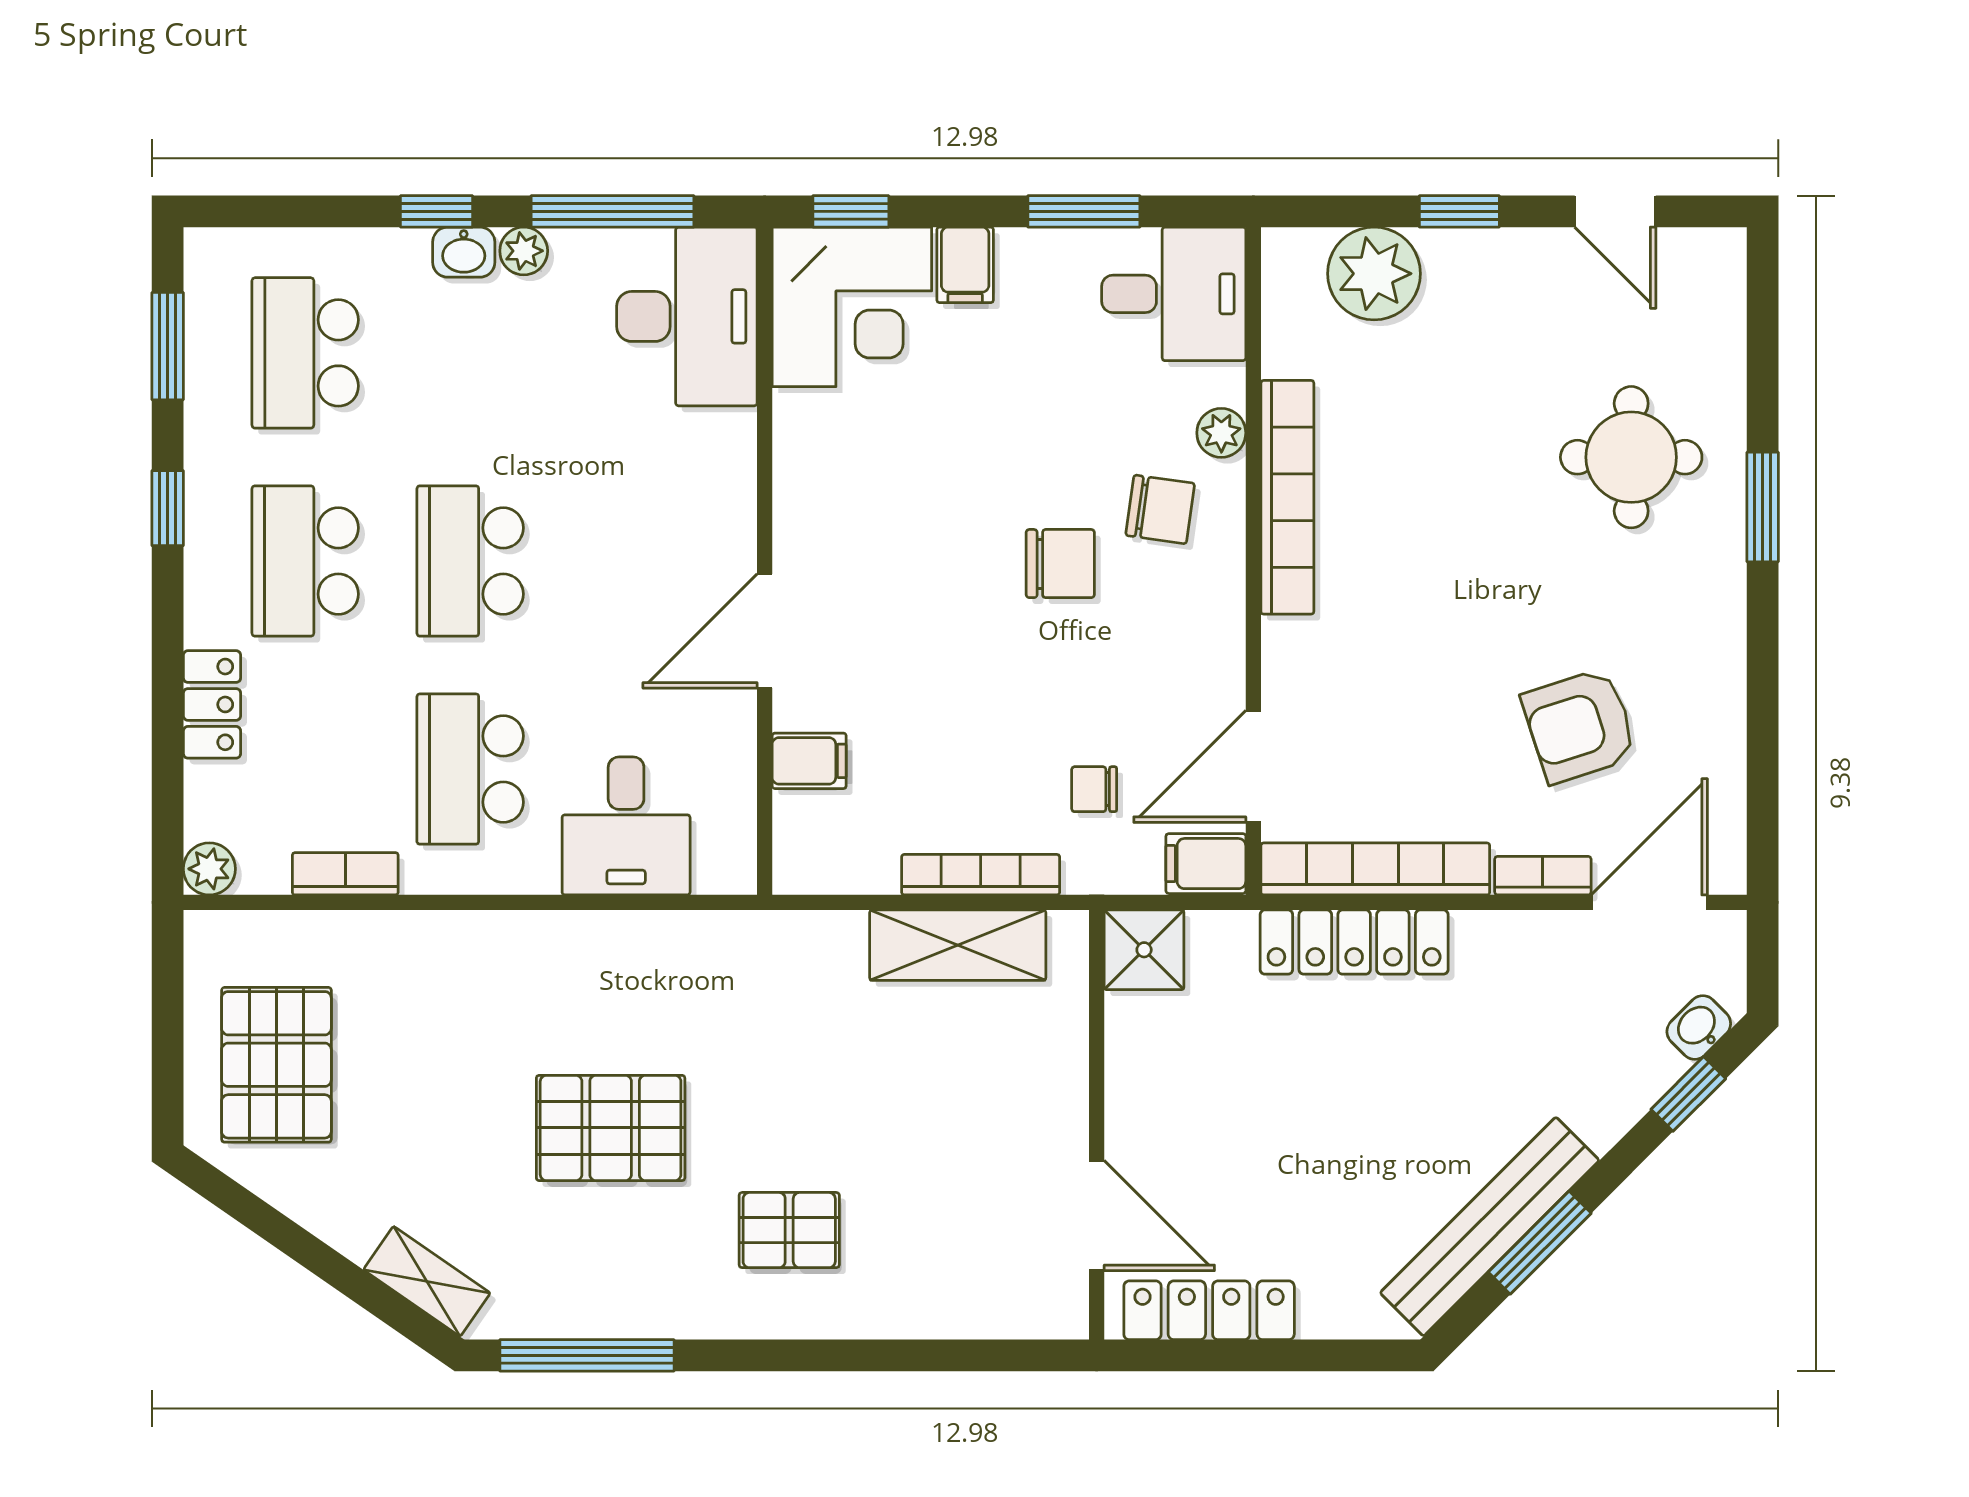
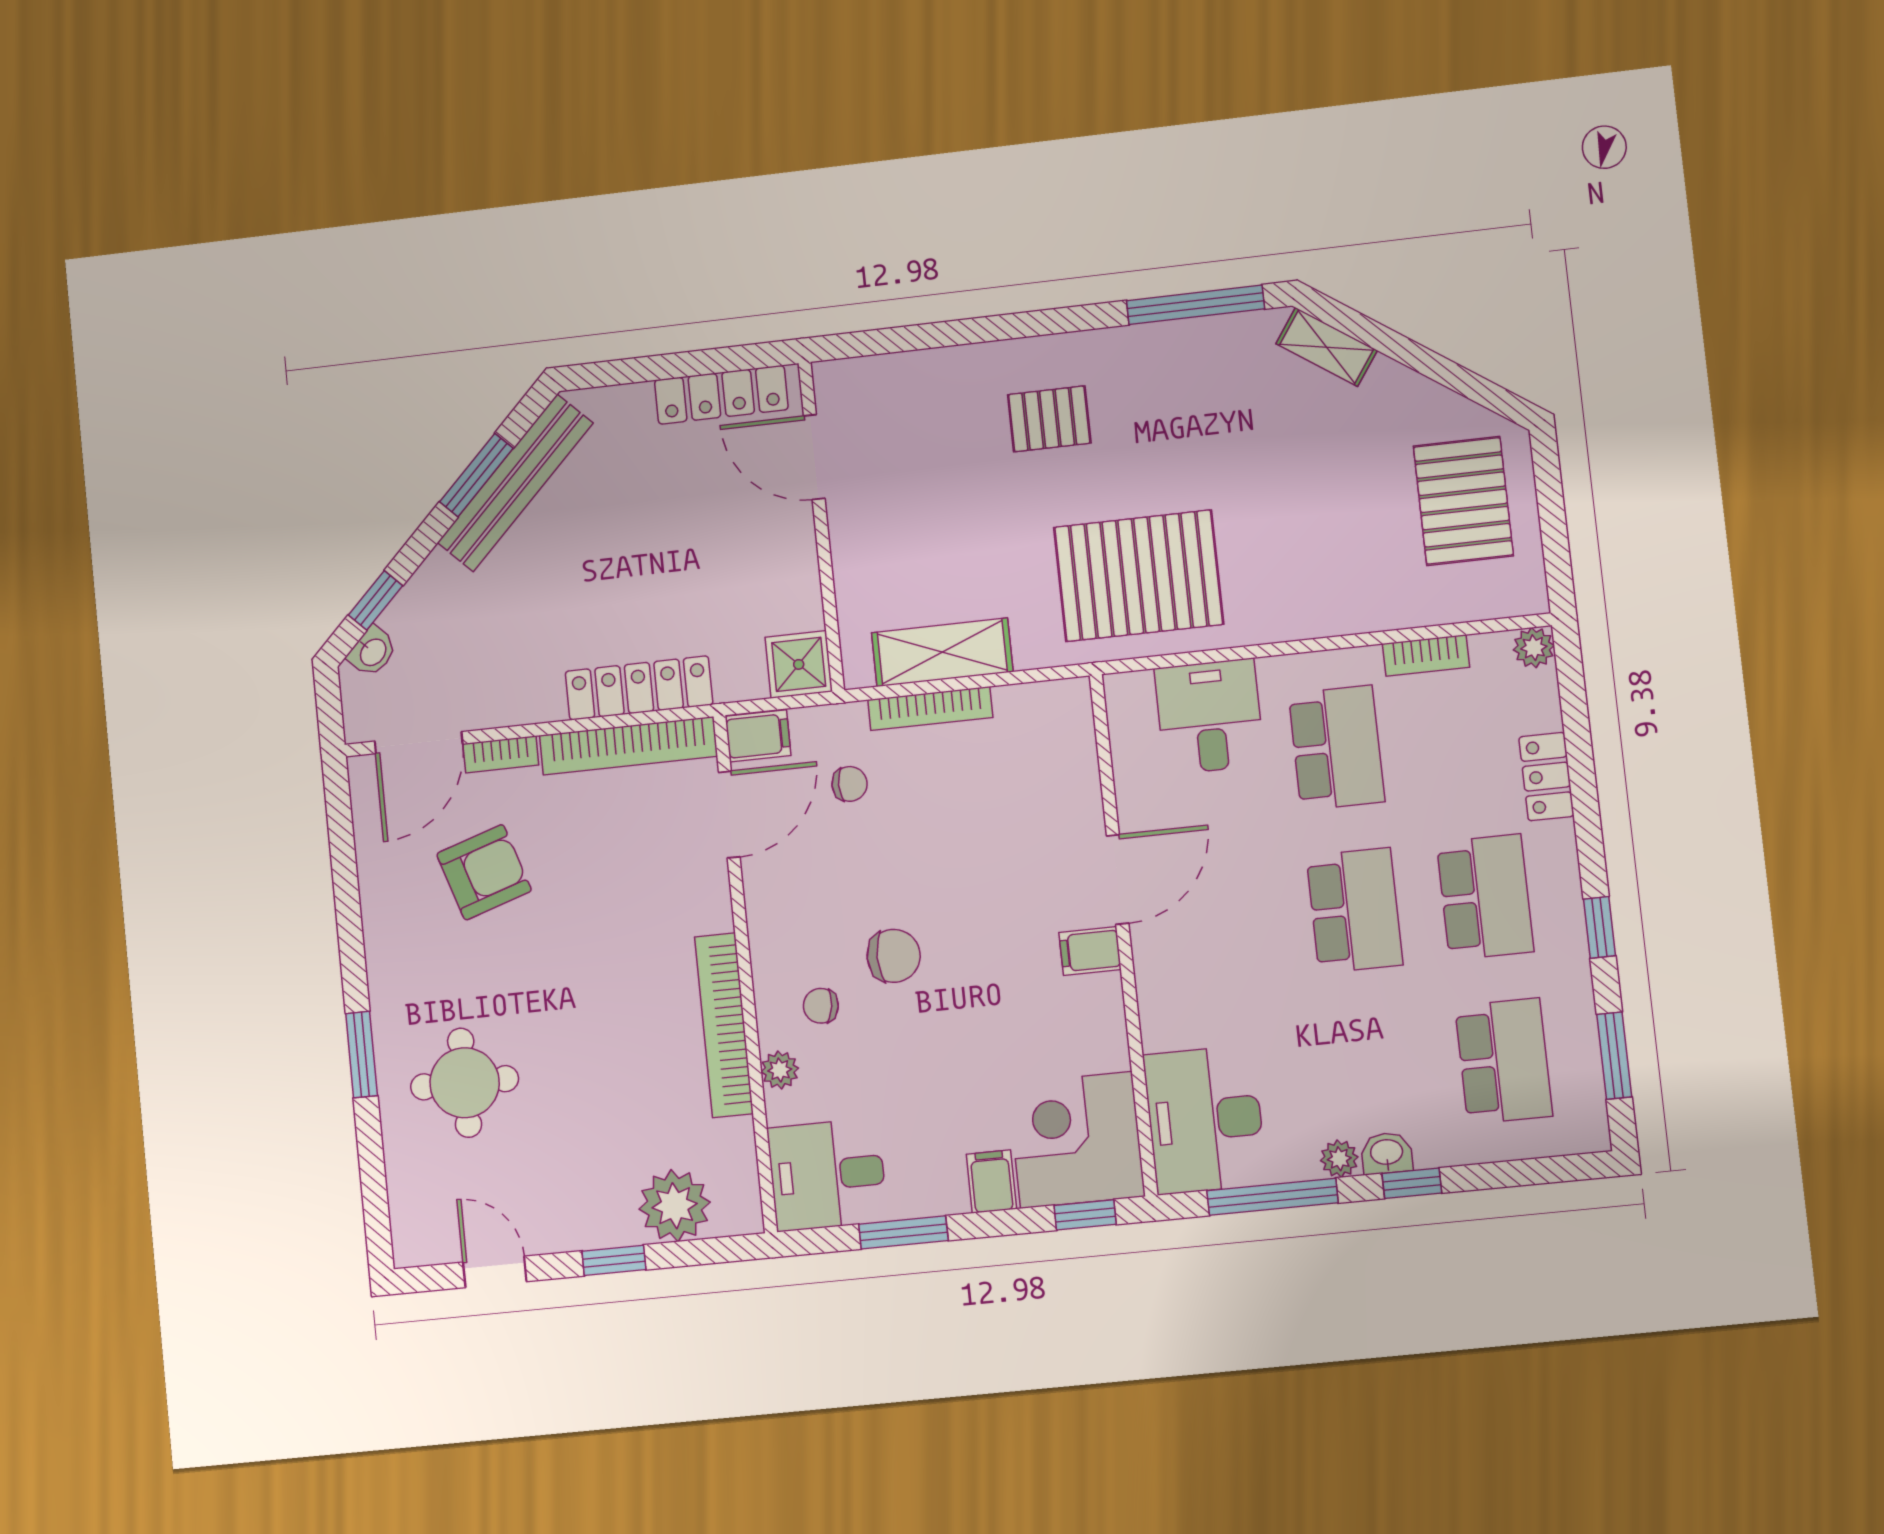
chair: (1160, 509) -> (821, 1006), width x0.73, depth x0.73
chair: (1060, 564) -> (894, 956), turned 180
filing cabinet: (809, 761) -> (1090, 951), moved
pallet: (611, 1128) -> (1139, 576), moved, width x1.37, depth x1.41

